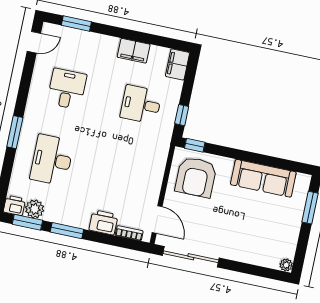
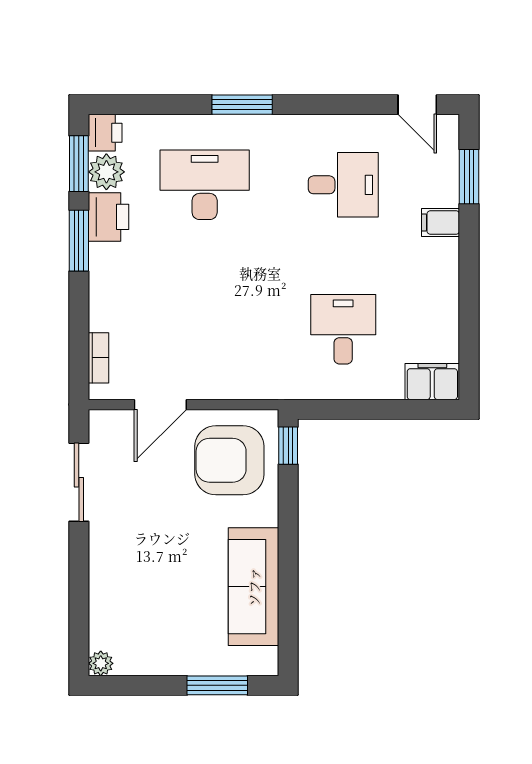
filing cabinet: (134, 51) -> (441, 223), moved, width x0.50
window: (182, 115) -> (339, 409), removed
door: (157, 220) -> (160, 405), moved
printer: (103, 222) -> (108, 217), moved
sliding door: (191, 257) -> (79, 482), width x0.73

